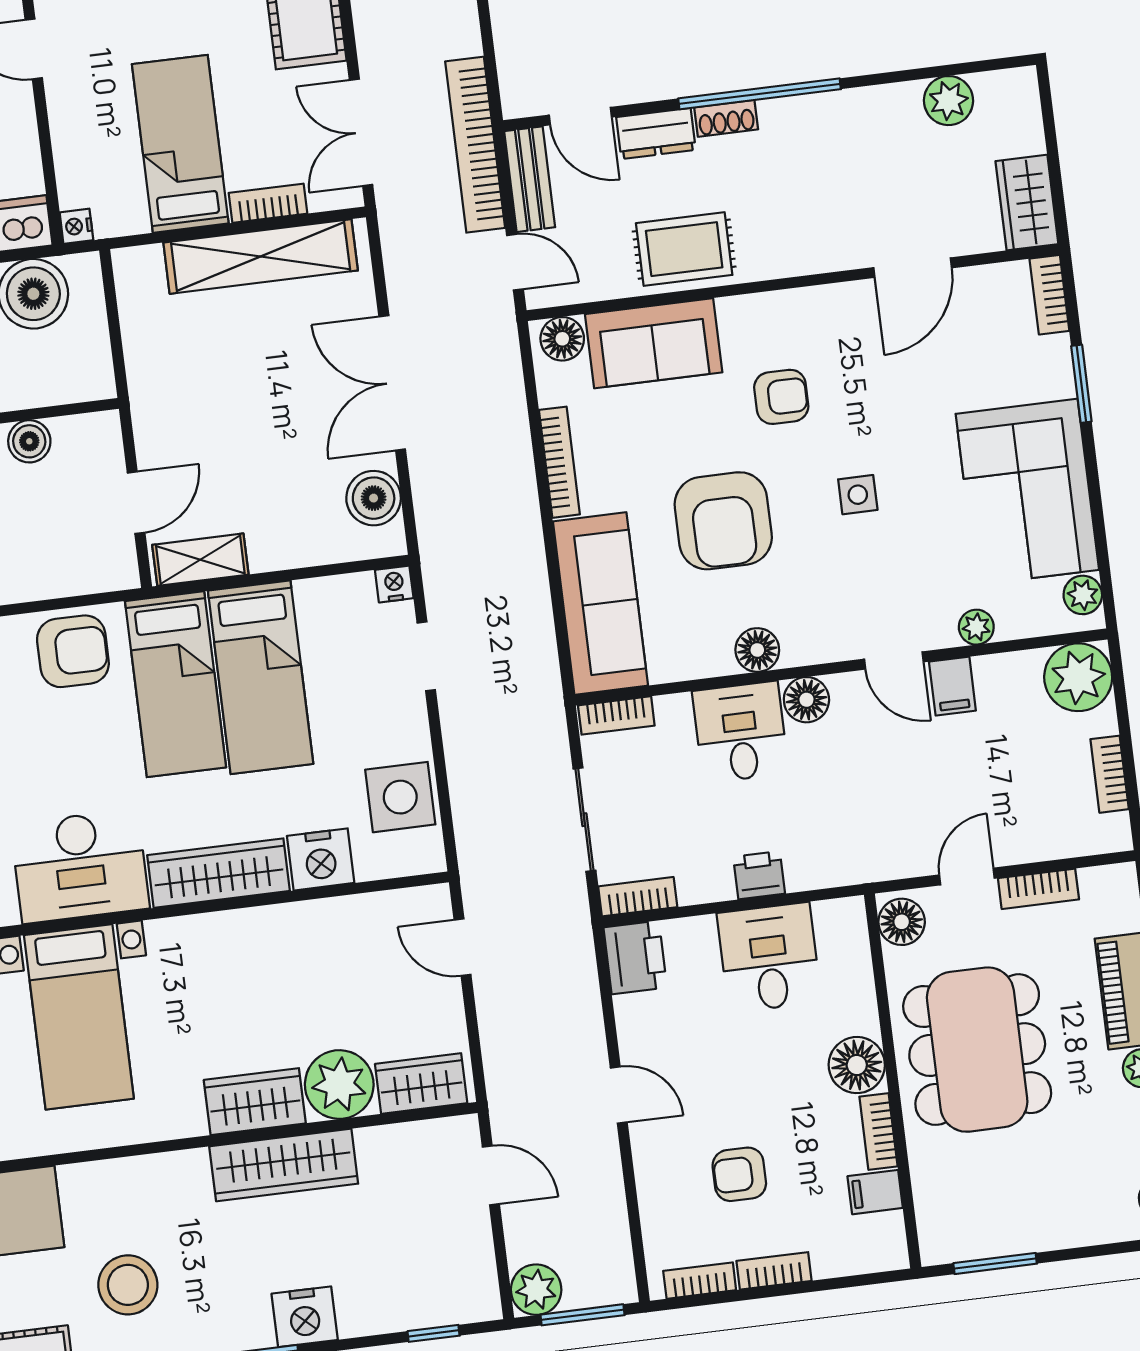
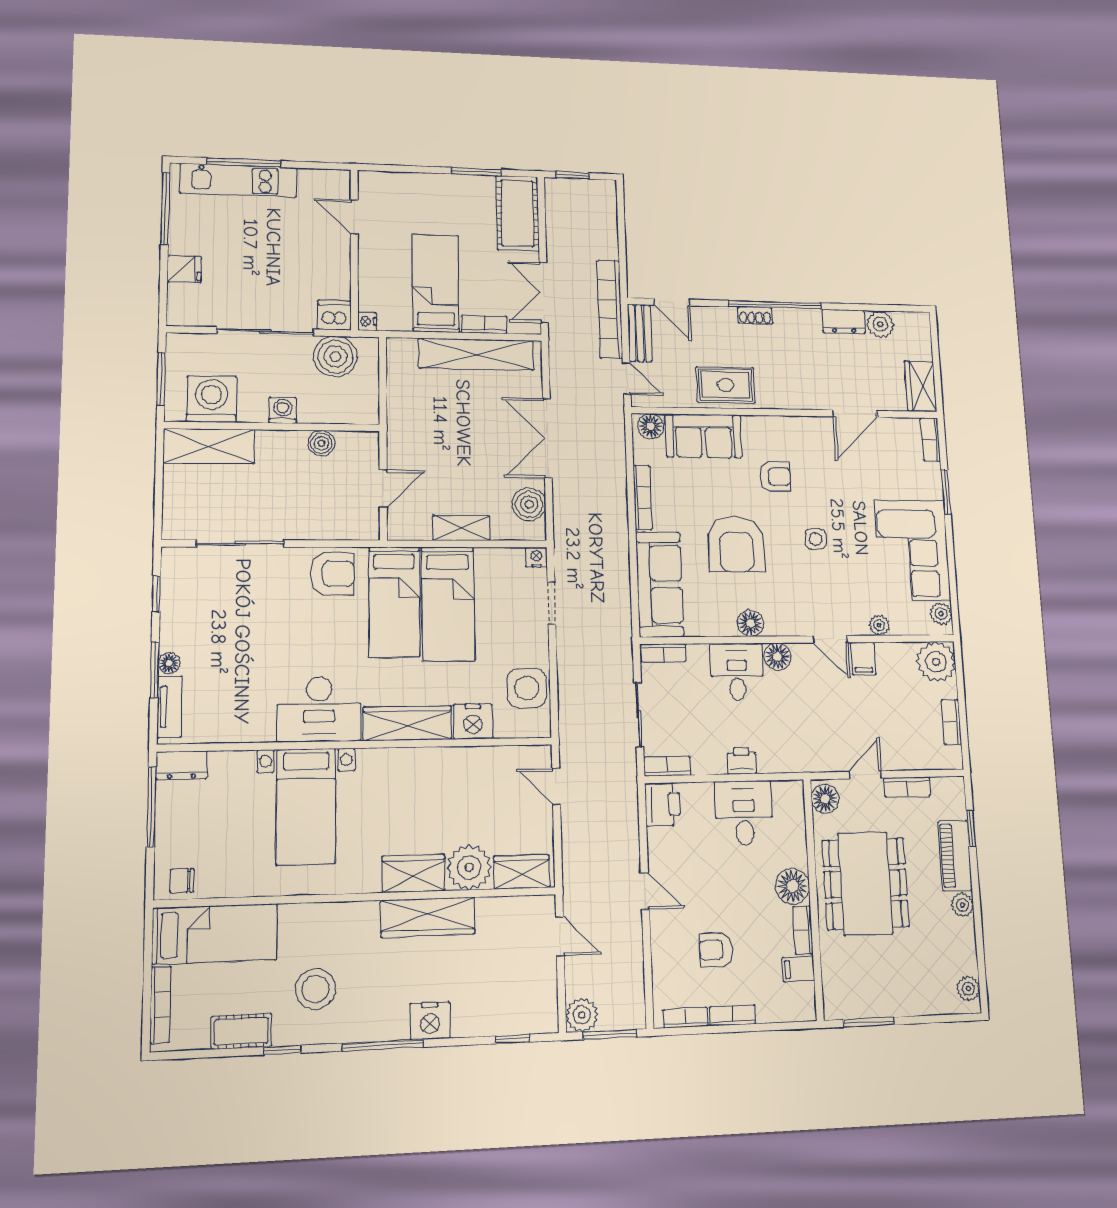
dresser: (656, 134) -> (844, 321), moved
shelving: (200, 560) -> (461, 528), moved

